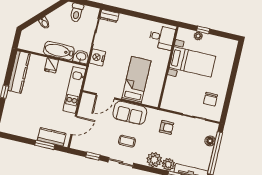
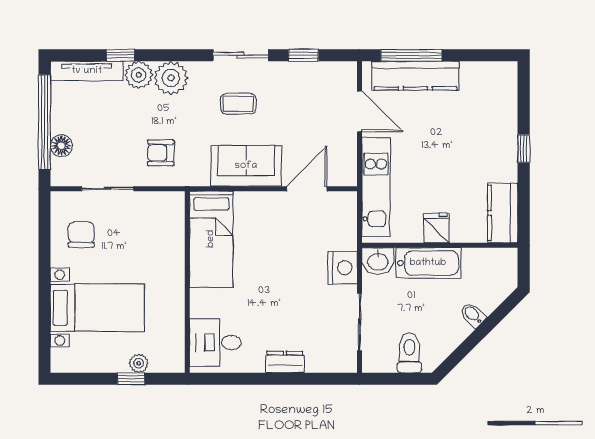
dresser: (109, 16) -> (285, 362), moved
bed with nightstands: (192, 62) -> (97, 308), moved, turned 180
kitchen counter: (19, 72) -> (503, 213), width x0.67
bed: (136, 80) -> (211, 239), moved
door: (74, 125) -> (360, 111), swing flipped
kitchen counter: (52, 137) -> (415, 76), width x1.50
window: (45, 145) -> (411, 55), width x1.44

